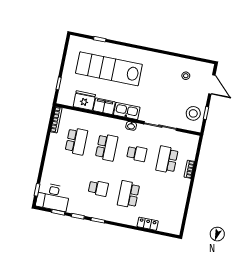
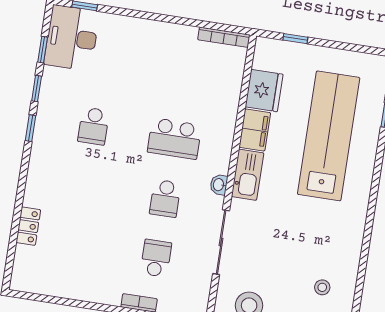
school desk: (76, 141) -> (184, 79), removed
school desk: (167, 160) -> (156, 258), width x0.54
school desk: (128, 194) -> (84, 186), removed

